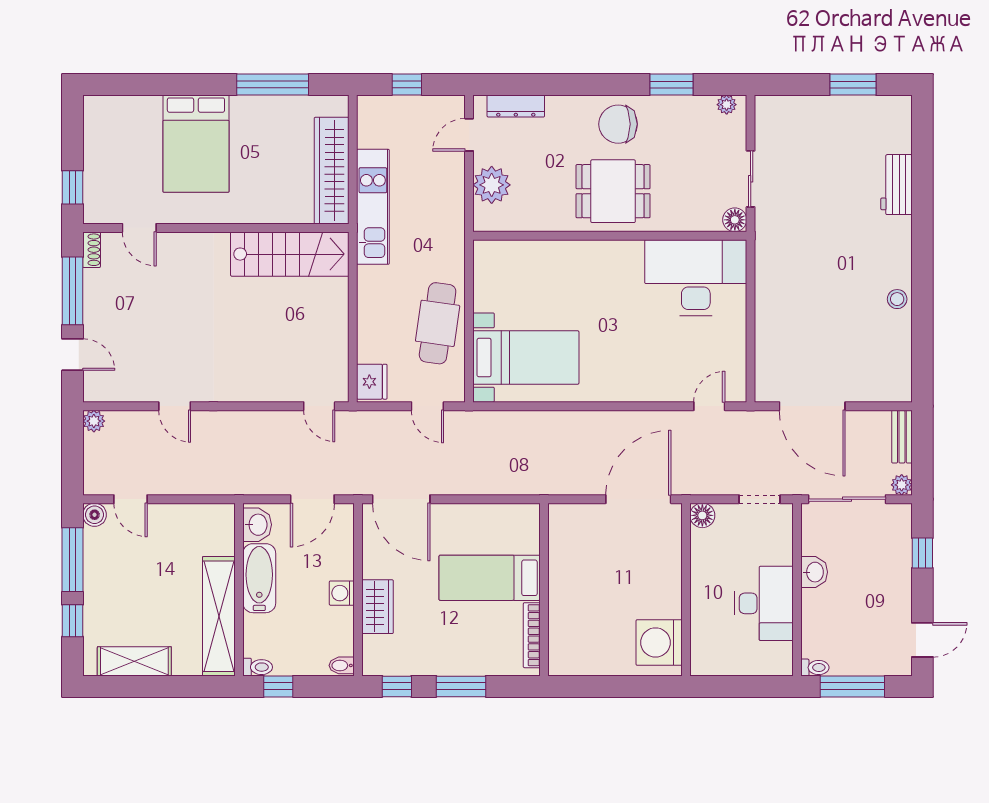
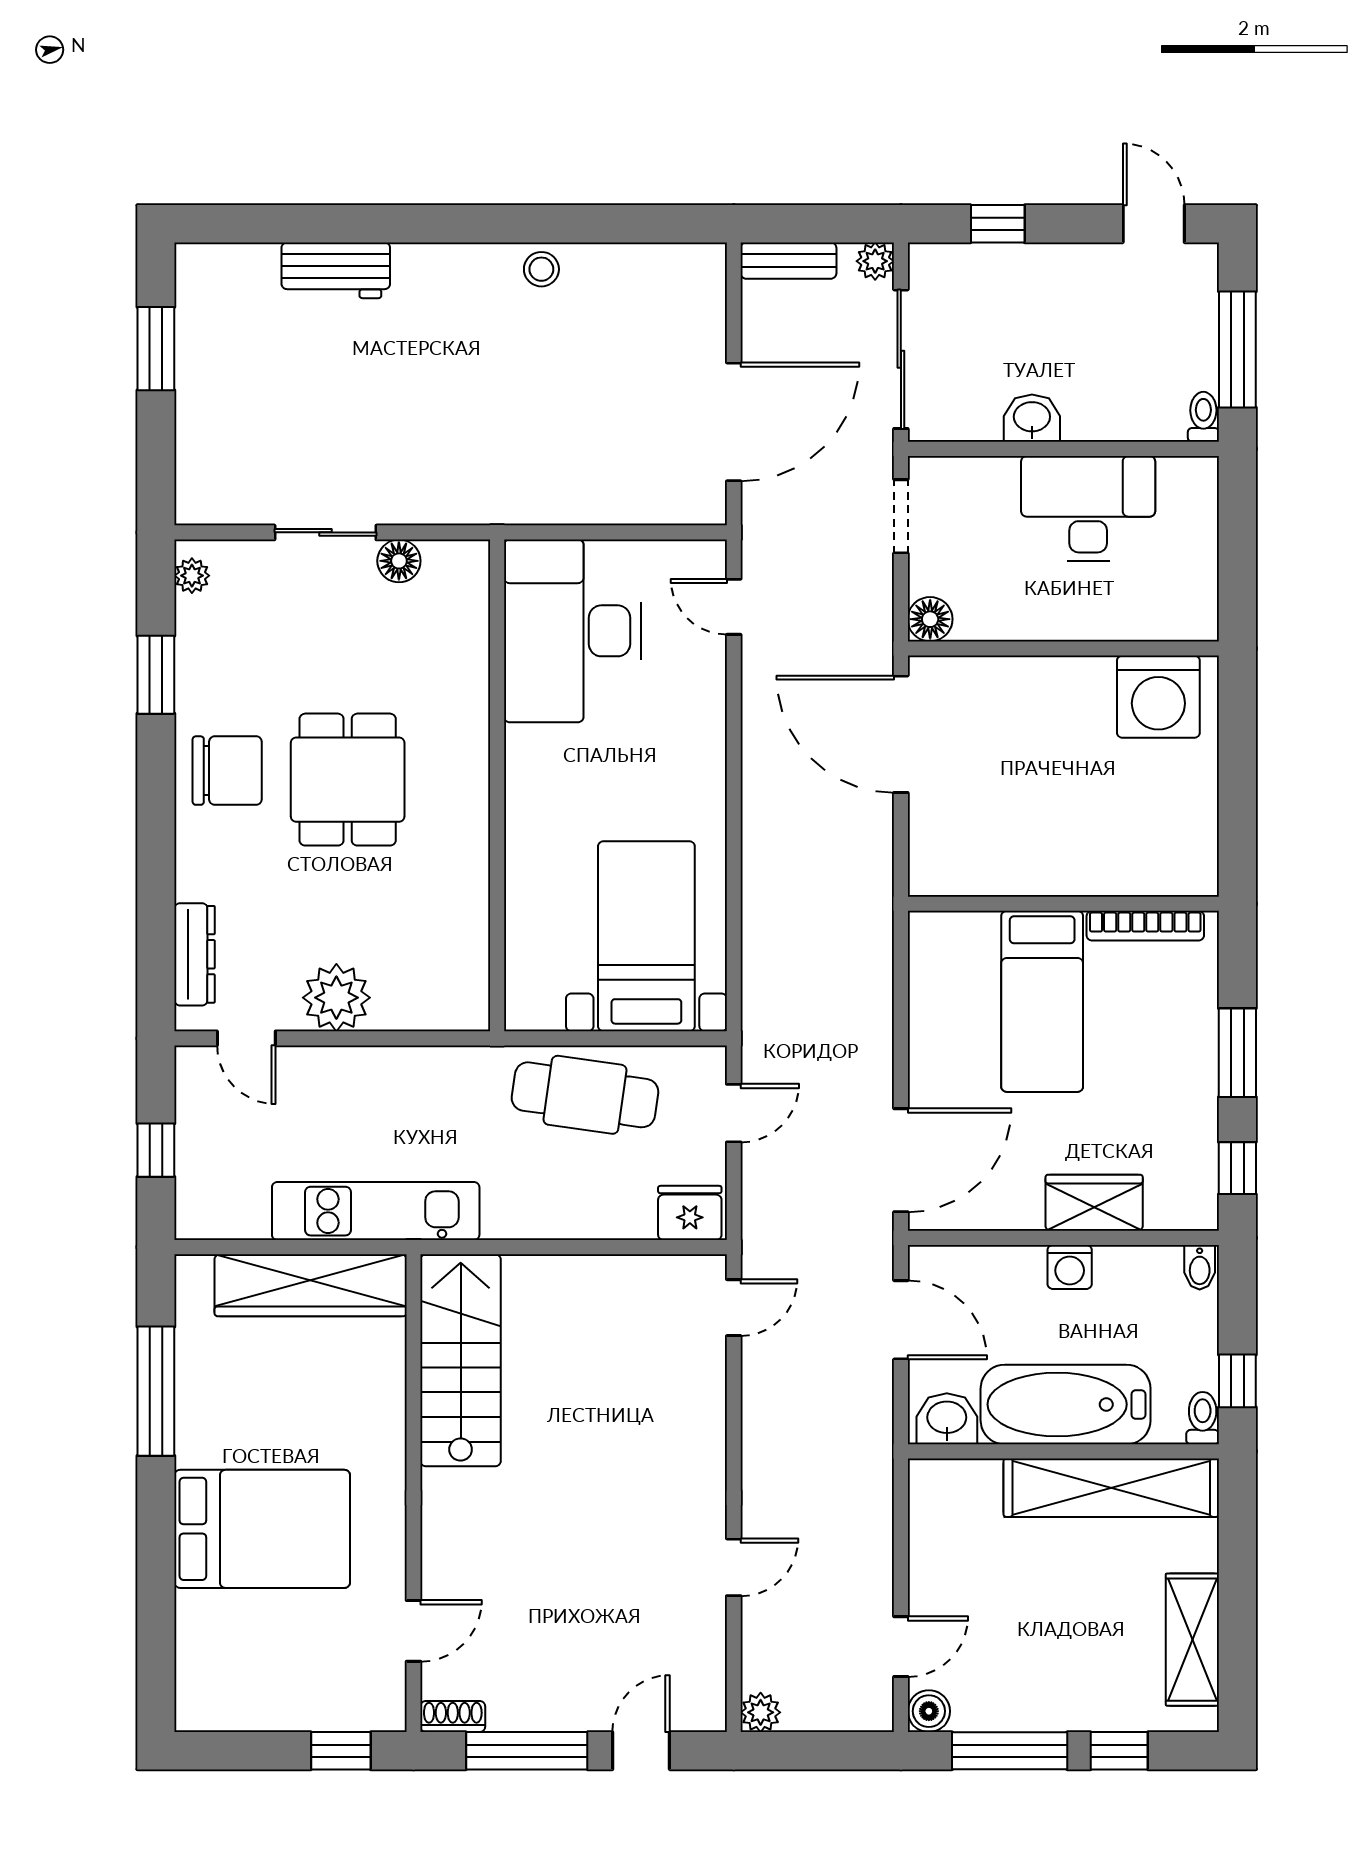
chair: (618, 124) -> (227, 771), turned -90
wall: (610, 236) -> (497, 785), moved
desk: (696, 278) -> (572, 631), moved
bathtub: (259, 578) -> (1066, 1404), width x1.36, depth x1.36

